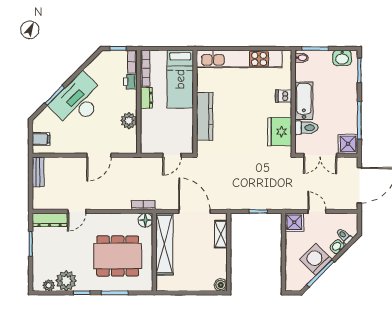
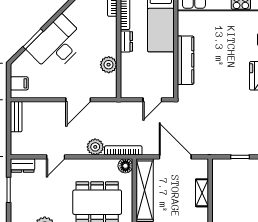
printer: (130, 82) -> (110, 25), removed
plant: (116, 202) -> (95, 147), added
bookcase: (143, 205) -> (123, 150), width x1.56
dresser: (50, 220) -> (23, 165), width x0.70
shelving: (221, 234) -> (202, 193), moved

